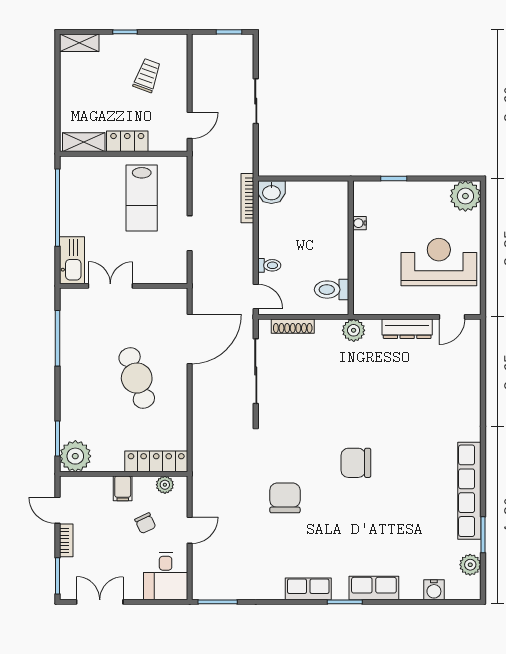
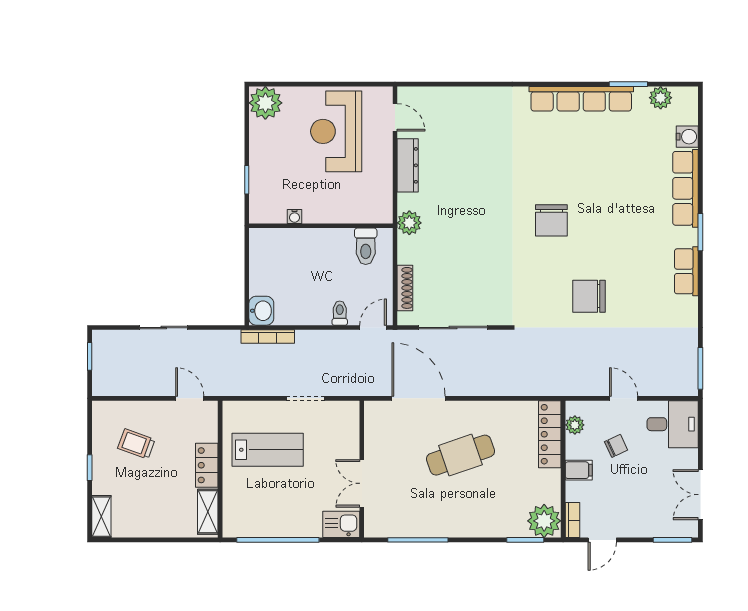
kitchen sink: (72, 260) -> (341, 524), width x0.73
bookcase: (66, 540) -> (572, 520), moved, turned 90
row of seats: (374, 588) -> (685, 188), width x1.48

